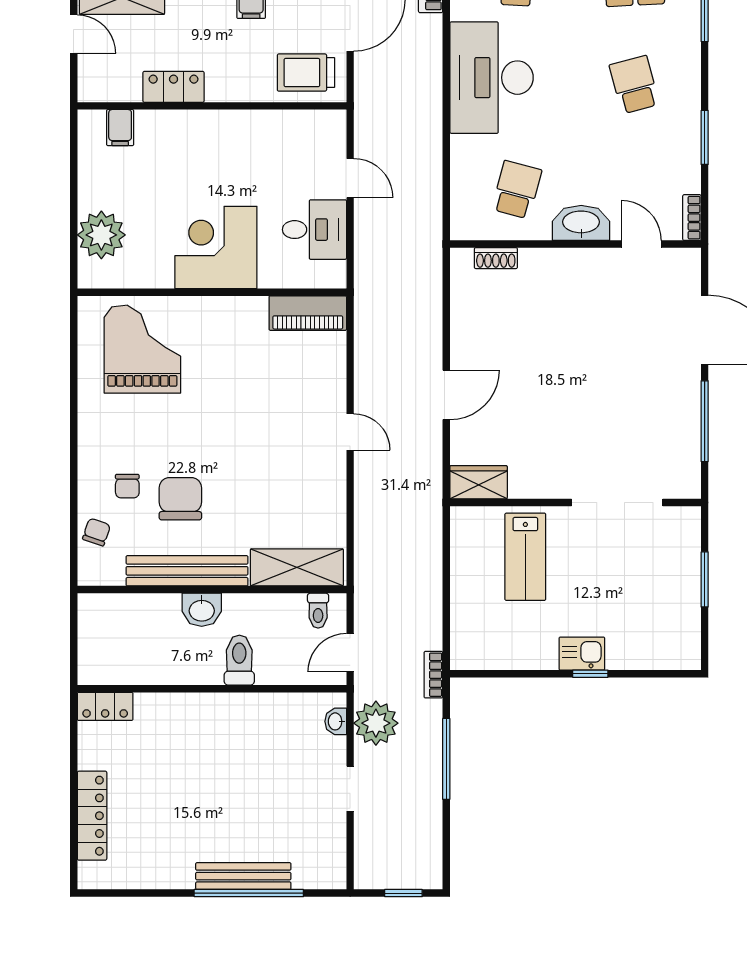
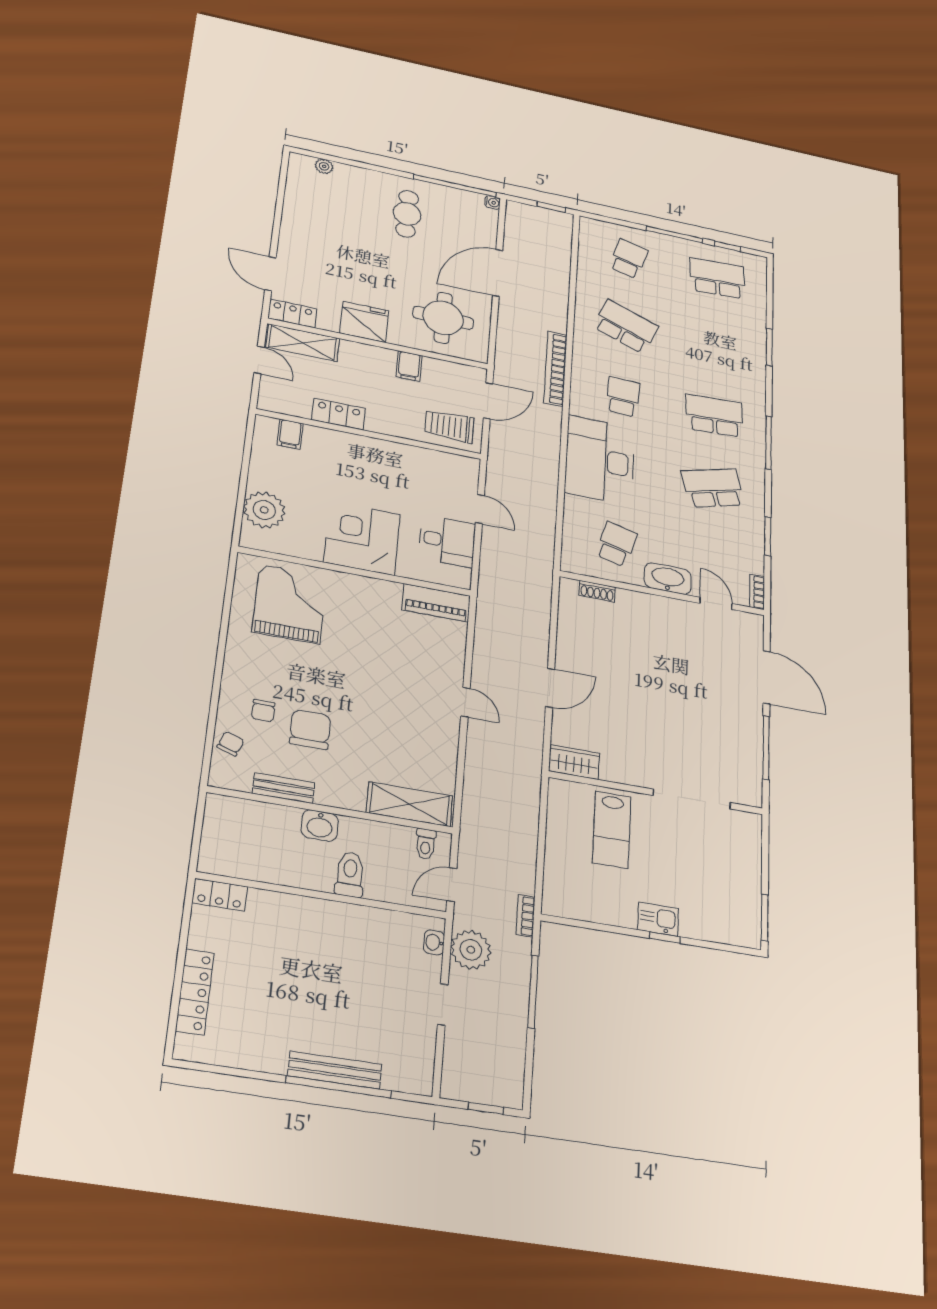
school desk: (634, 85) -> (713, 488), width x1.85
bench: (187, 571) -> (284, 788), width x0.54, depth x0.82
window: (705, 579) -> (765, 918), moved

